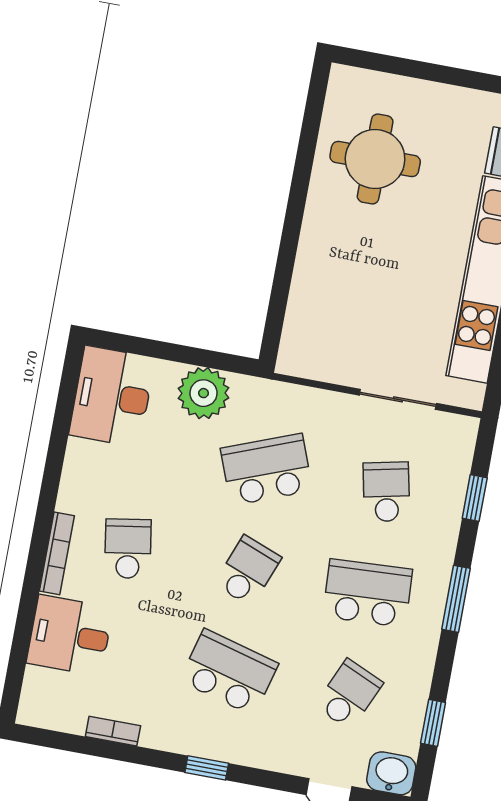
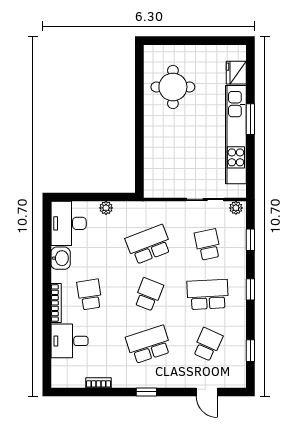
plant: (204, 393) -> (106, 208), width x0.53, depth x0.53
plant: (457, 428) -> (236, 208), added
window: (456, 599) -> (250, 289), width x0.67
school desk: (229, 672) -> (149, 344), turned -33
washbasin: (391, 773) -> (61, 258), moved, turned 90

